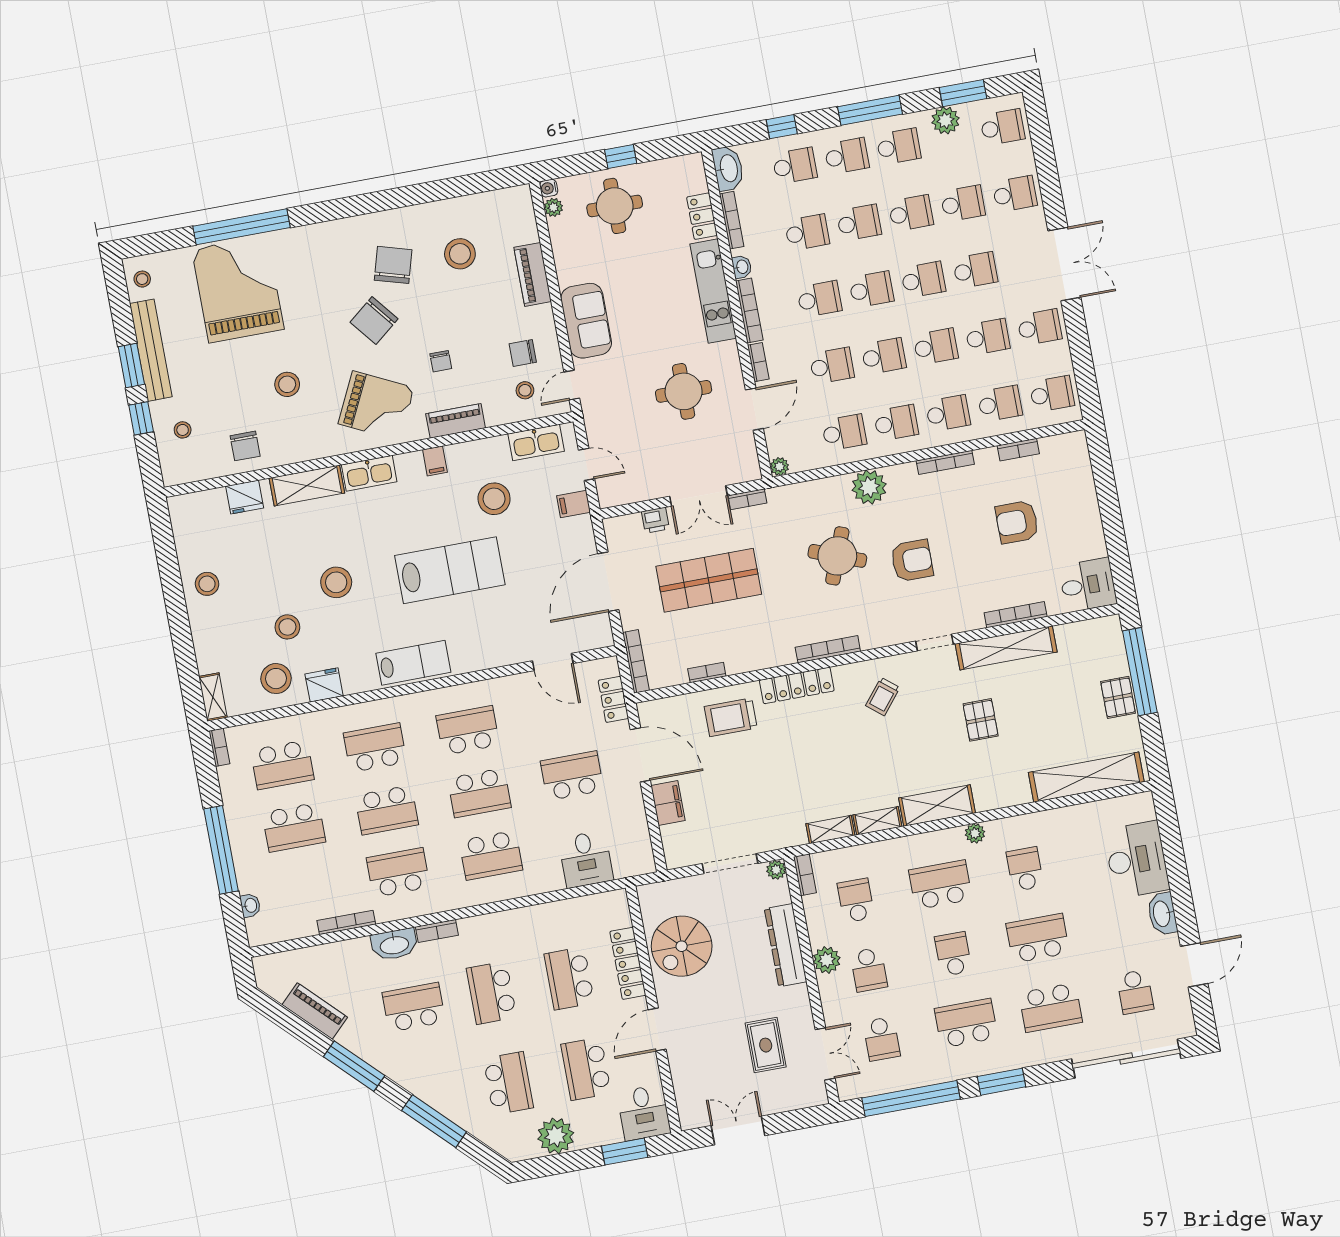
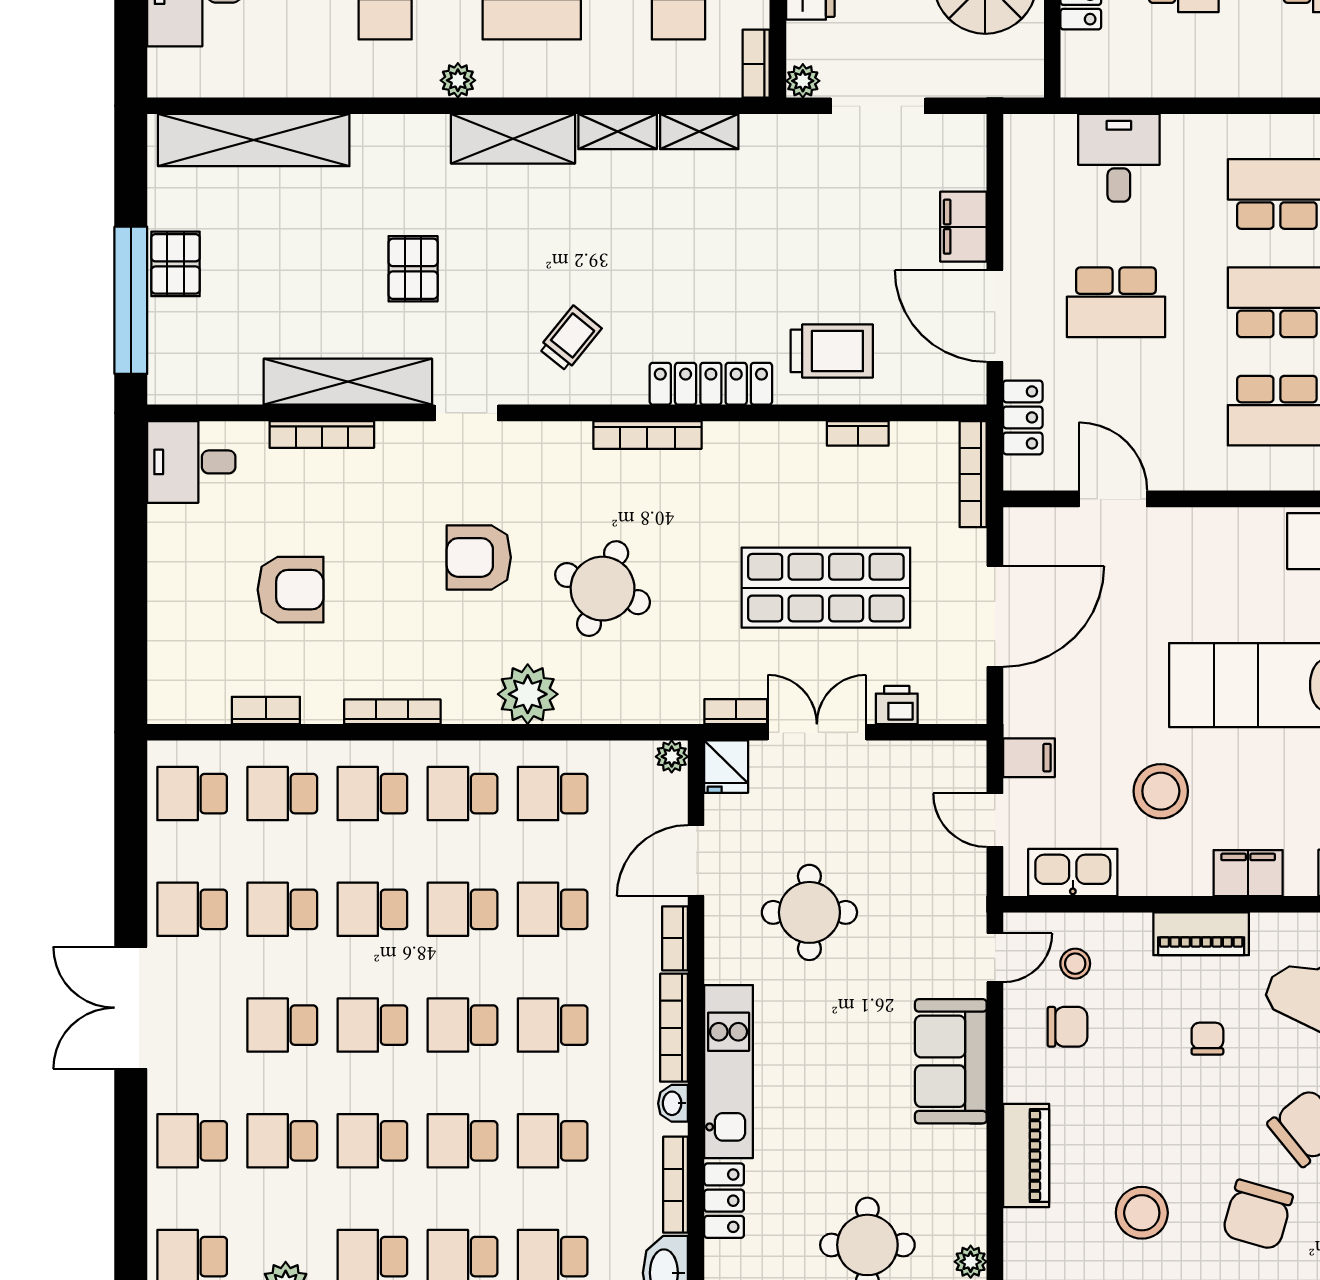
filing cabinet: (435, 461) -> (1248, 873), width x2.00
fridge: (747, 466) -> (726, 767), added

